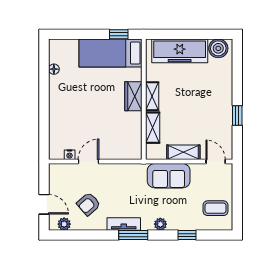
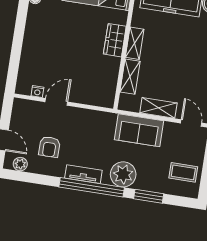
armchair: (89, 204) -> (49, 147), turned -49
plant: (160, 224) -> (123, 174), width x1.88, depth x1.88
window: (133, 235) -> (92, 187), width x2.11
window: (187, 235) -> (149, 196), width x1.50

